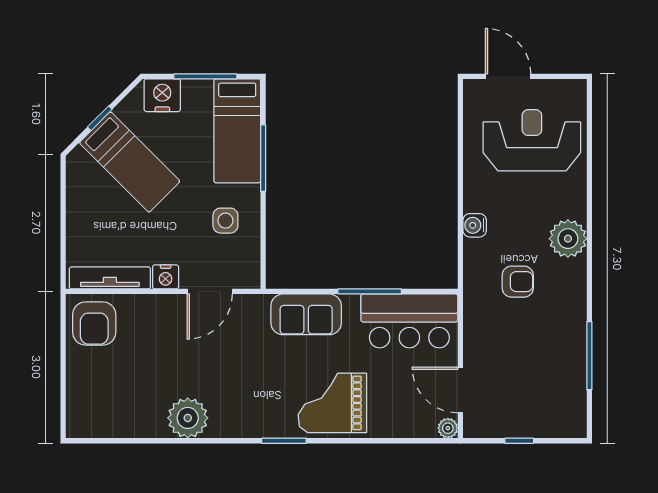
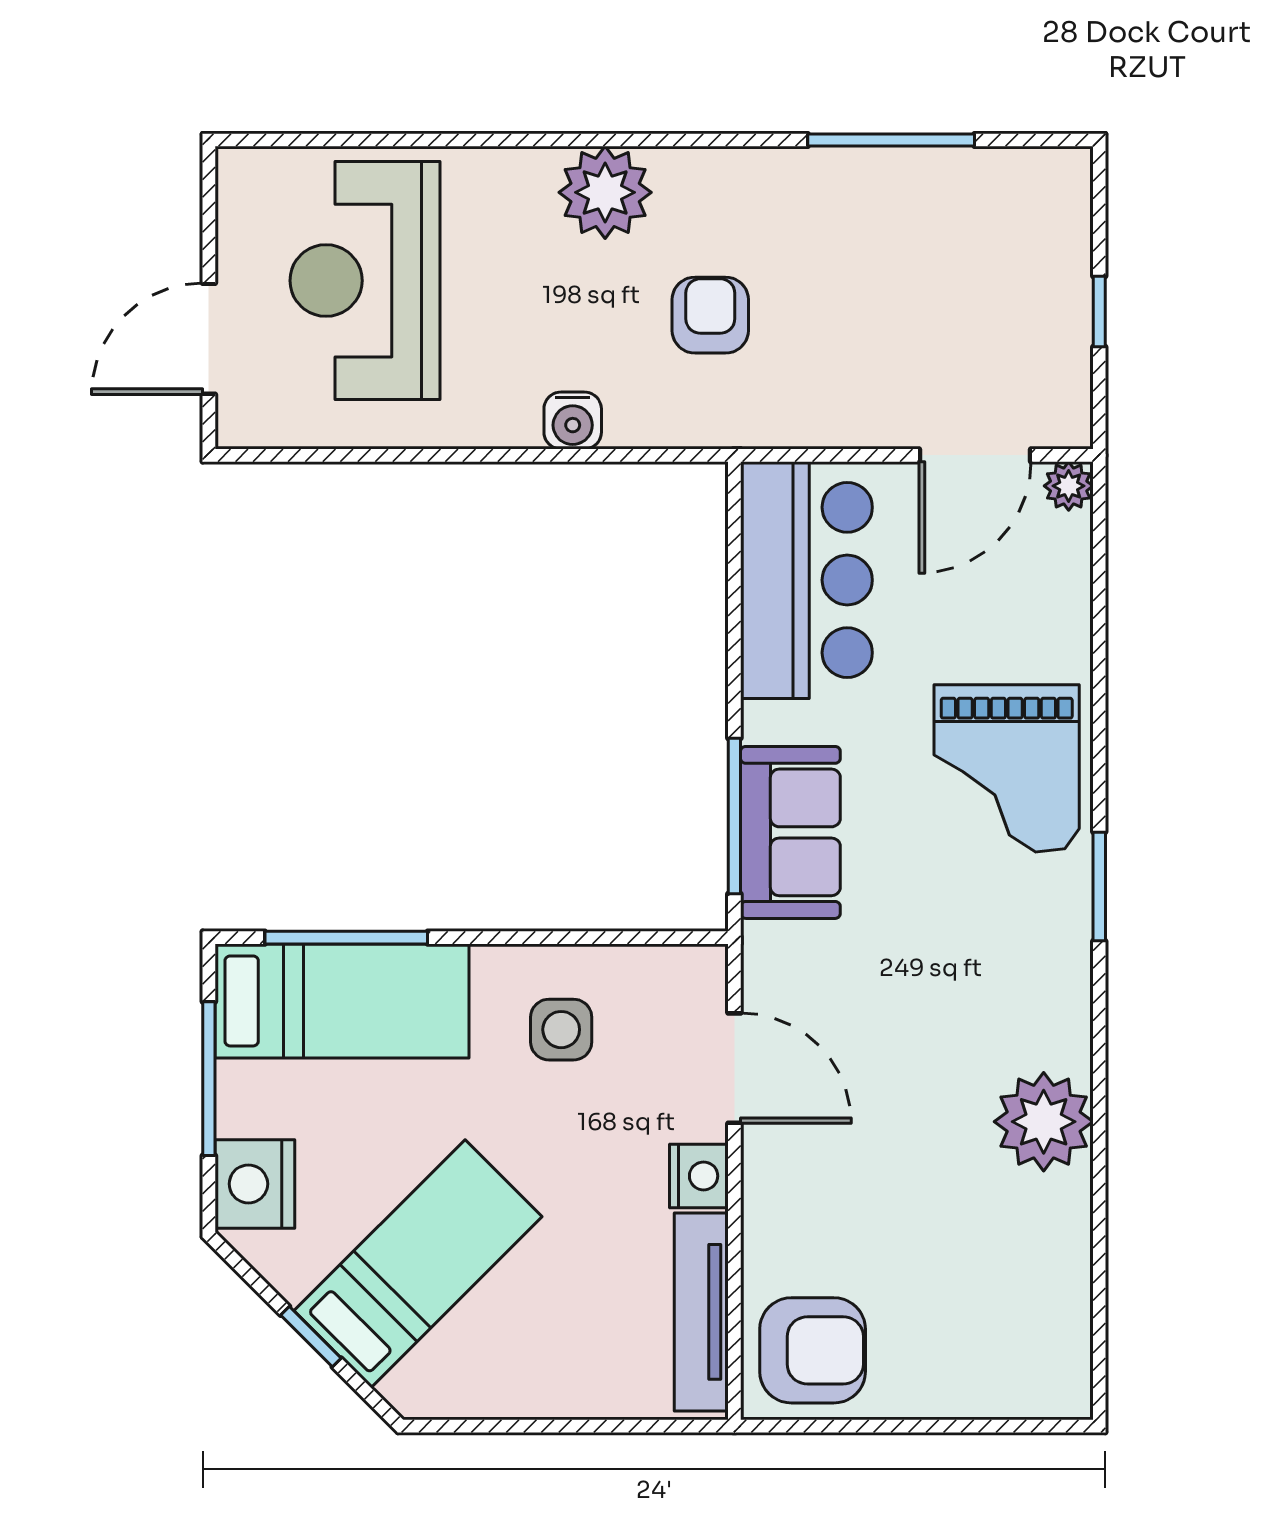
window: (263, 158) -> (346, 938), moved
window: (370, 291) -> (734, 816), moved

